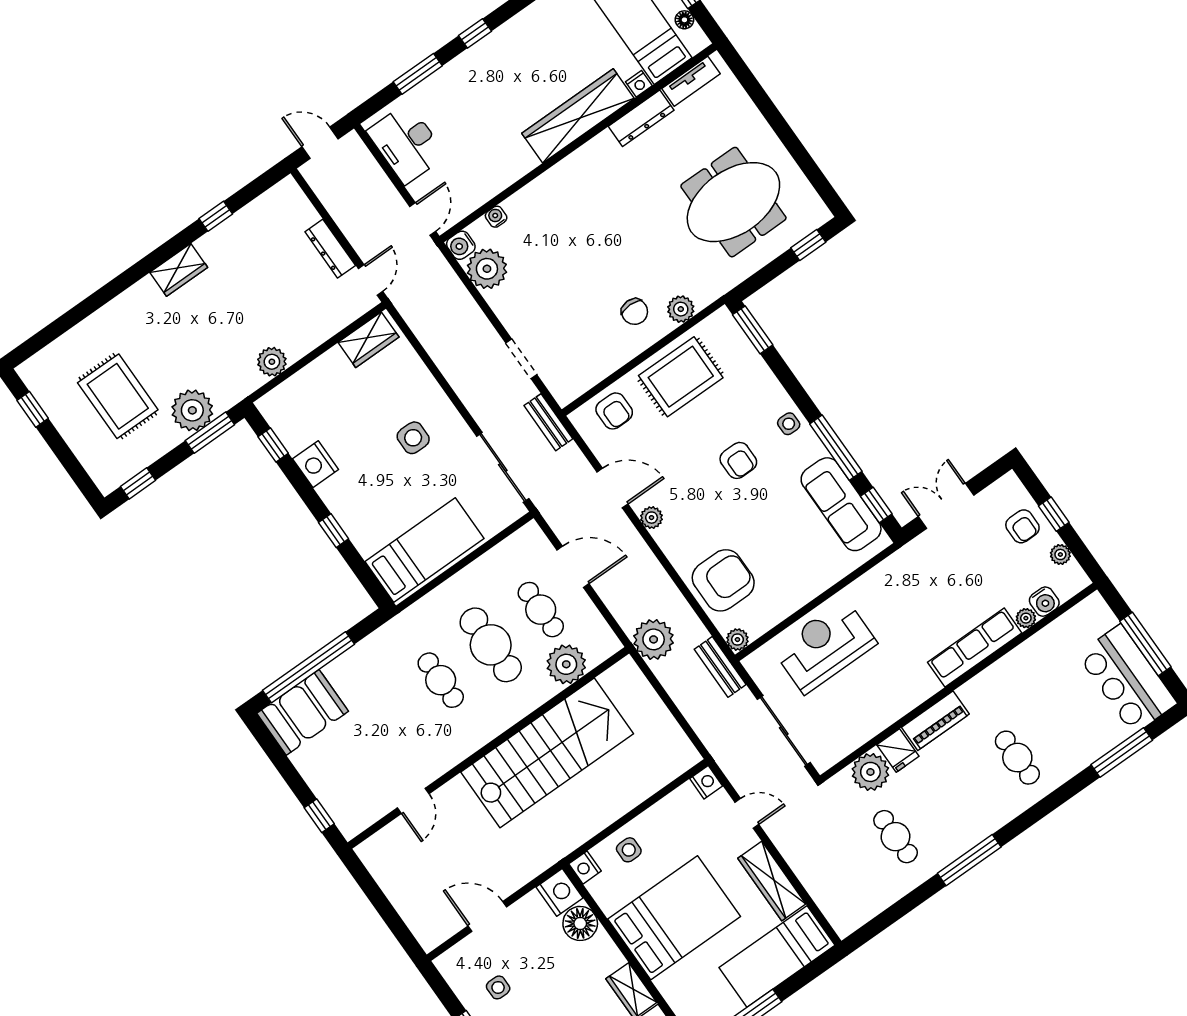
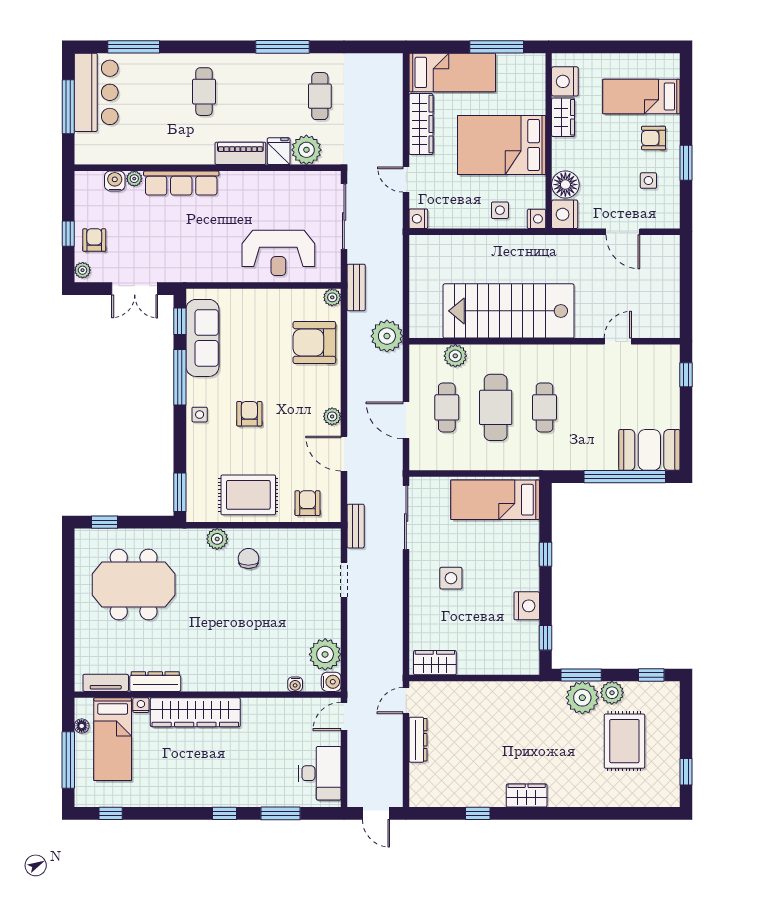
plant: (272, 362) -> (612, 693), moved
plant: (1060, 554) -> (83, 270), moved
plant: (566, 664) -> (455, 356), width x0.73, depth x0.73

